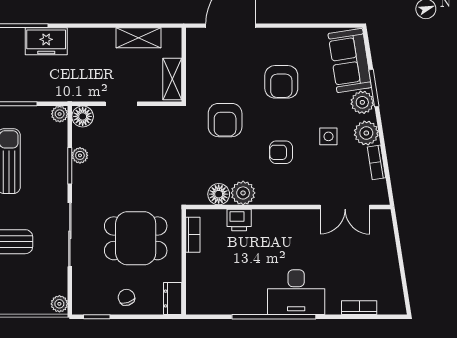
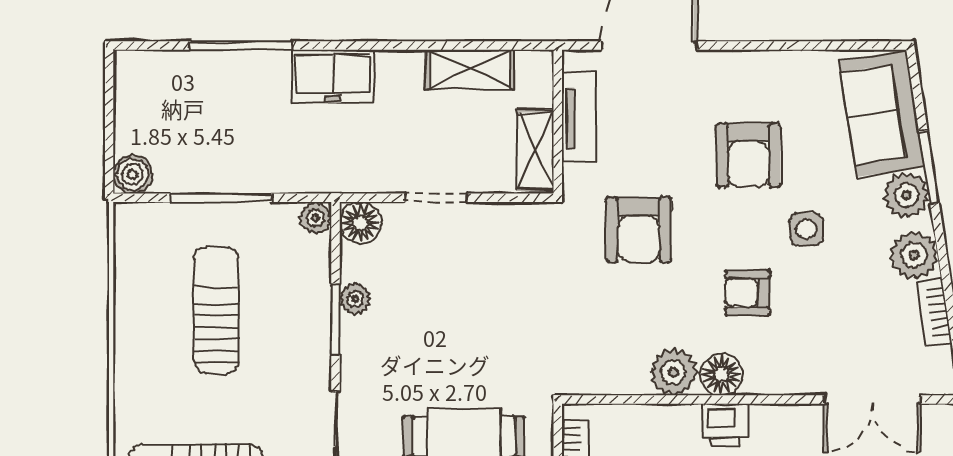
freezer: (46, 41) -> (333, 76), moved
tv unit: (195, 63) -> (579, 118), added
side table: (328, 136) -> (806, 229), moved
floor lamp: (219, 194) -> (721, 374), moved
printer: (239, 220) -> (726, 425), moved

